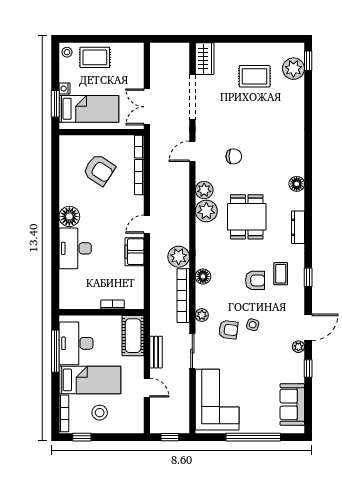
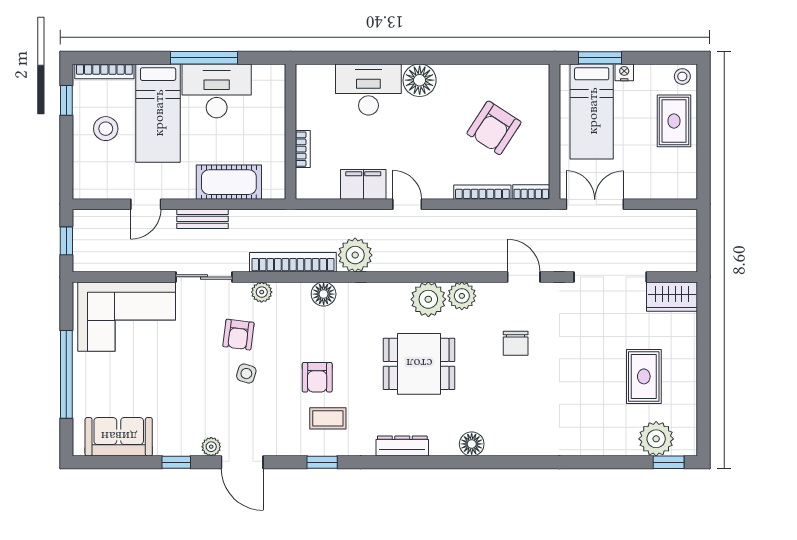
bookcase: (112, 305) -> (303, 149), moved
wall: (101, 312) -> (290, 132), moved

